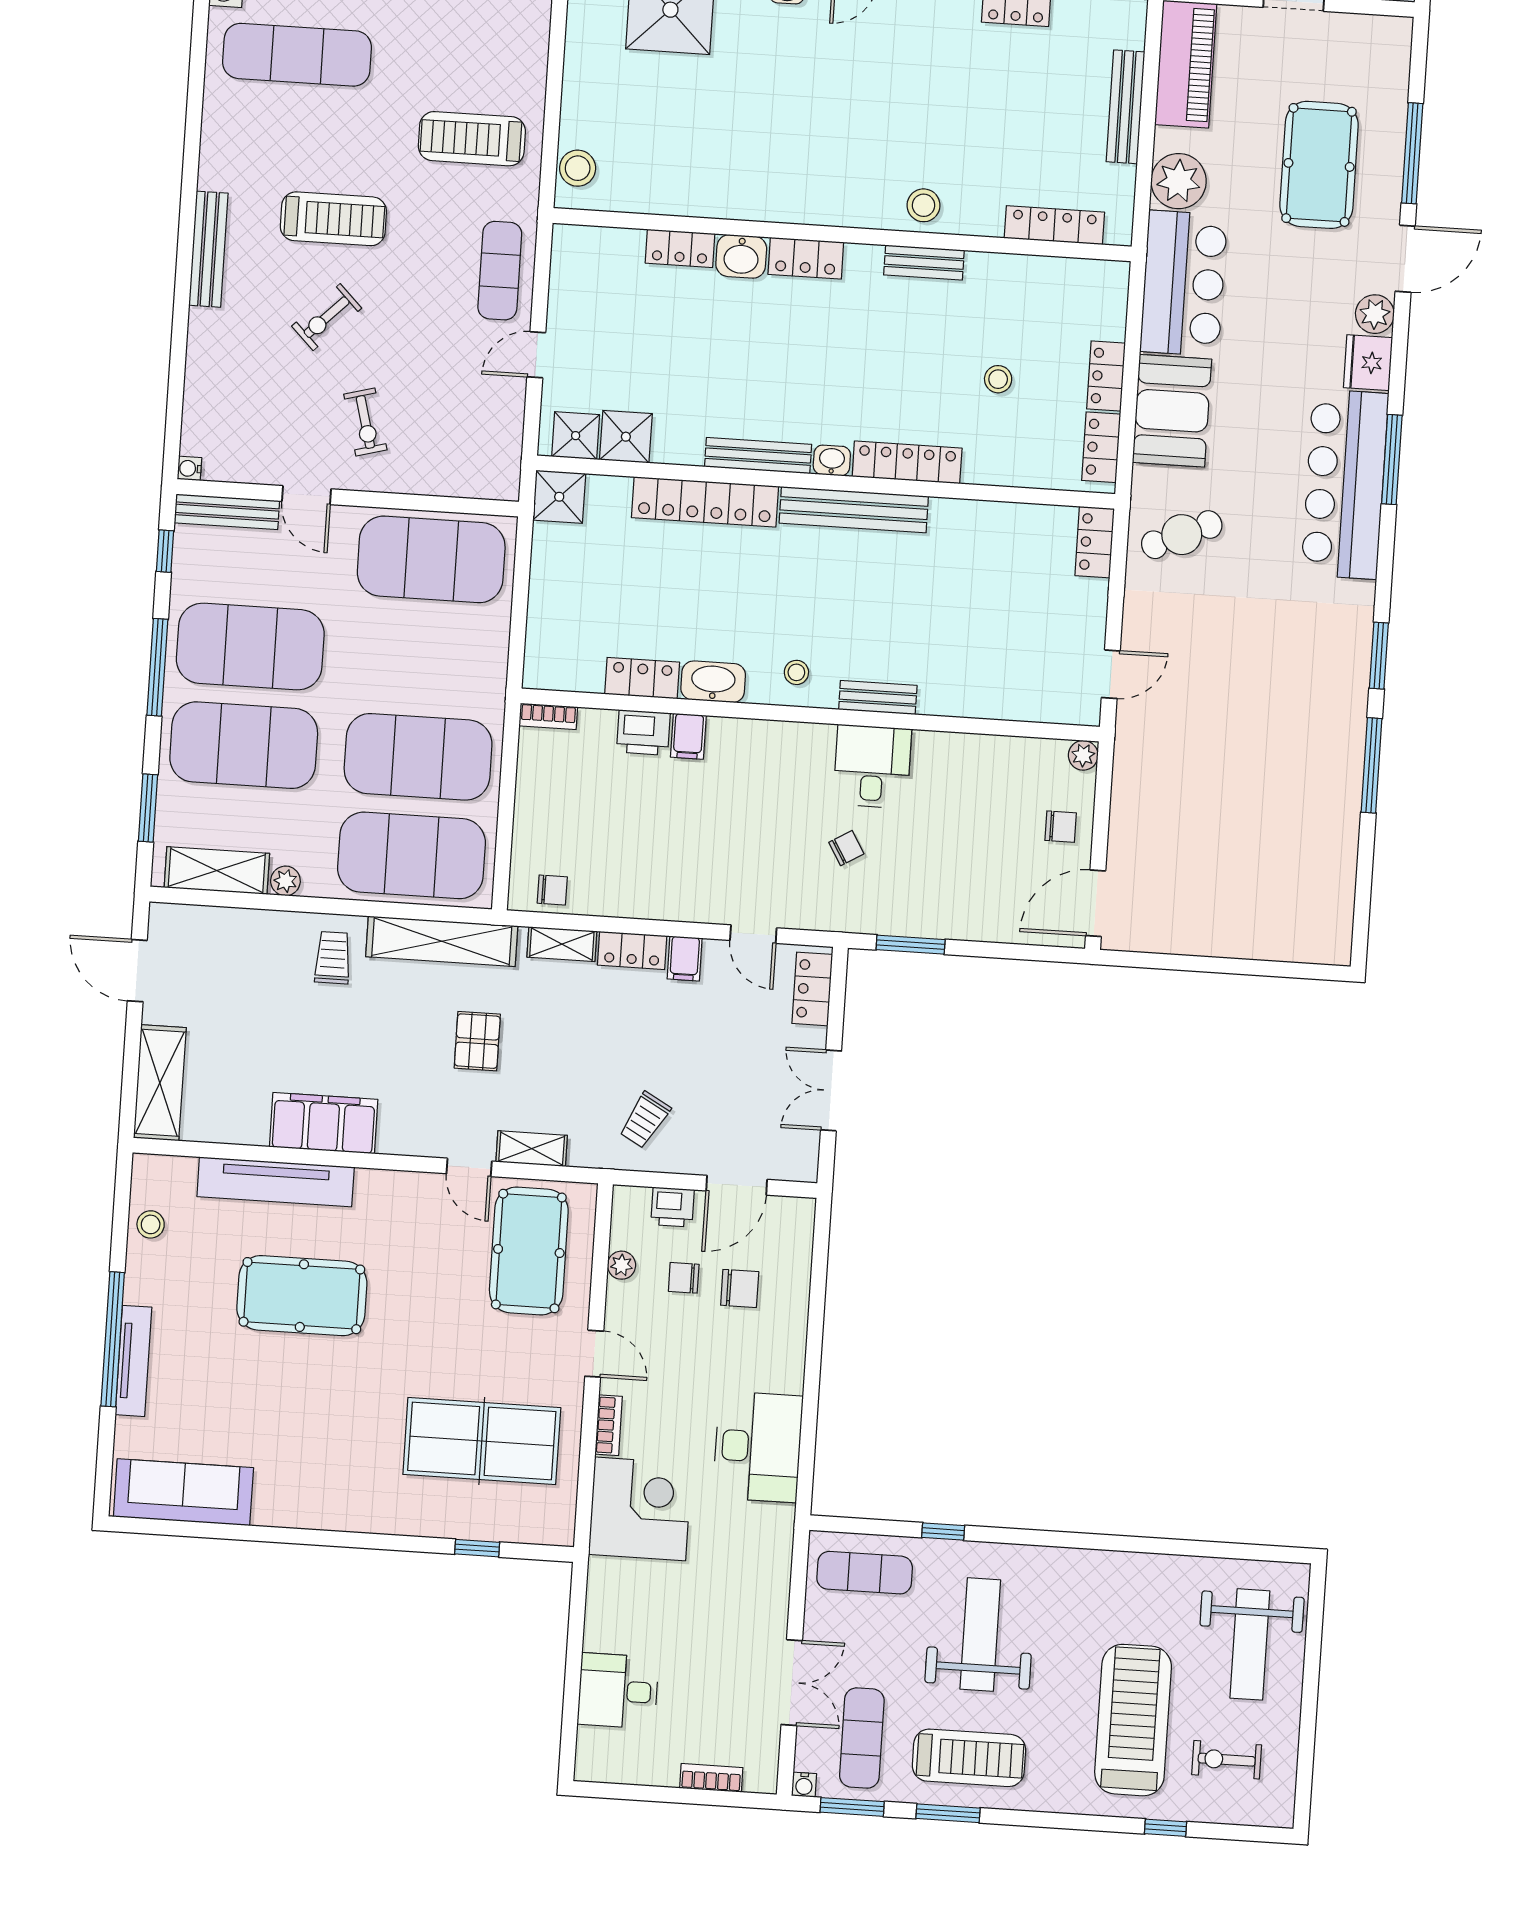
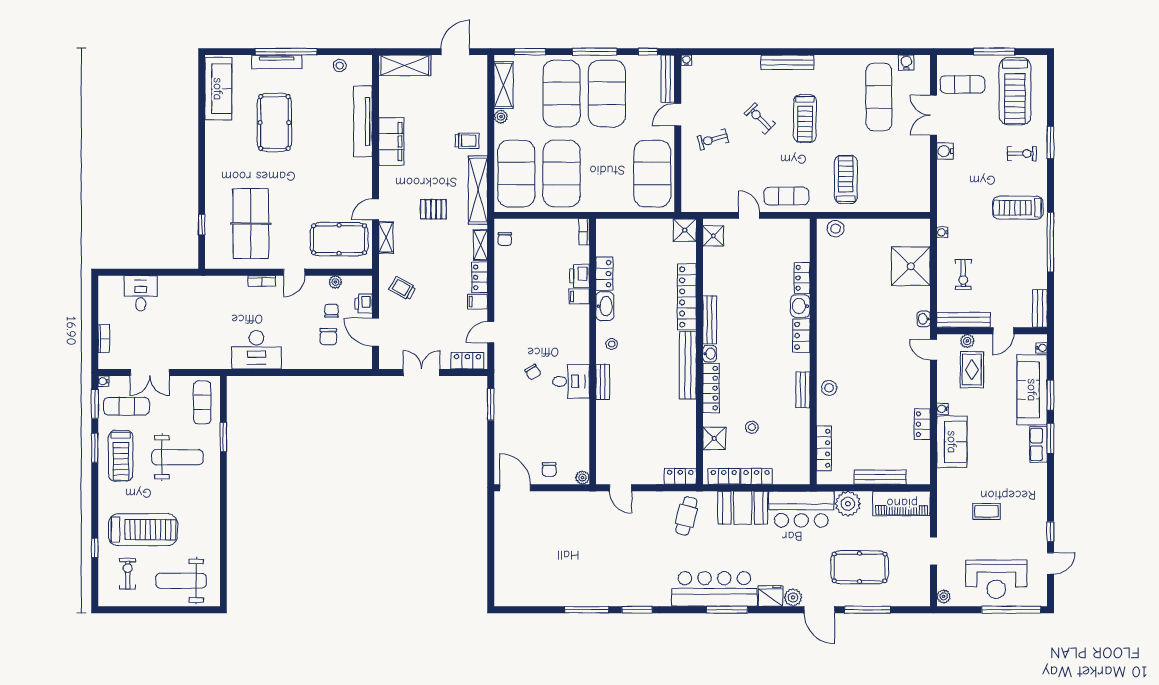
shower: (626, 437) -> (714, 438), moved
cafe table: (1182, 535) -> (686, 516), turned 39
pool table: (302, 1296) -> (274, 123), moved
corner desk: (640, 1509) -> (225, 298), removed
window: (943, 1532) -> (223, 437), width x1.50

